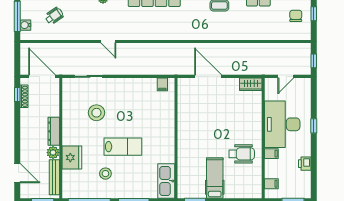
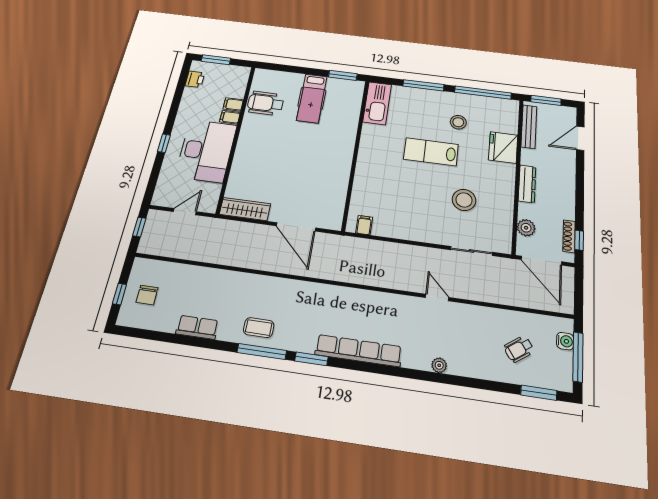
wardrobe: (251, 84) -> (245, 209), width x1.50
plant: (53, 153) -> (526, 228), moved
wheelchair: (242, 154) -> (265, 103), moved
printer: (305, 164) -> (195, 79), moved
door: (17, 173) -> (580, 138), hinge flipped
filing cabinet: (271, 184) -> (233, 104), moved

